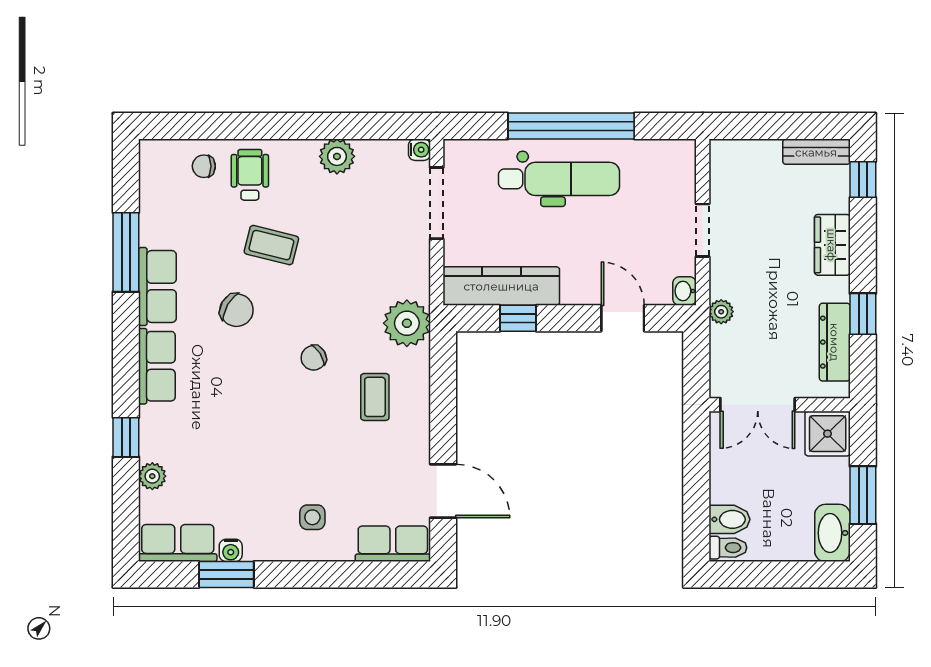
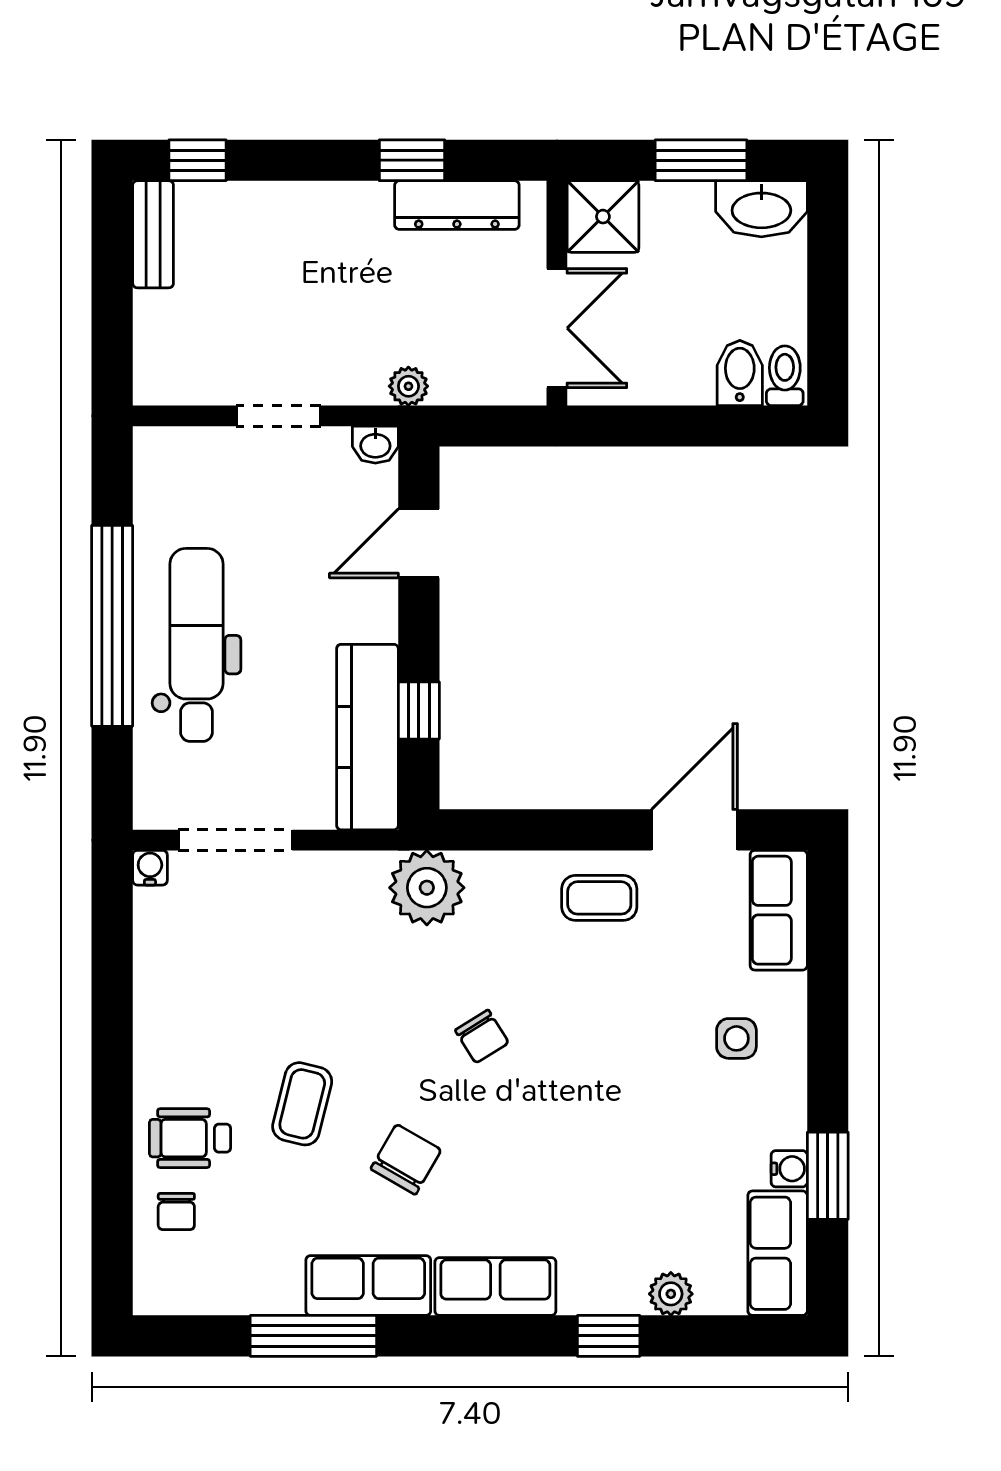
plant: (337, 156) -> (161, 999), removed
wardrobe: (832, 245) -> (302, 209), removed
coffee table: (375, 397) -> (599, 898), moved

